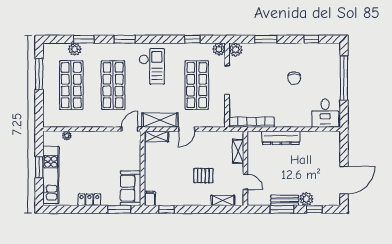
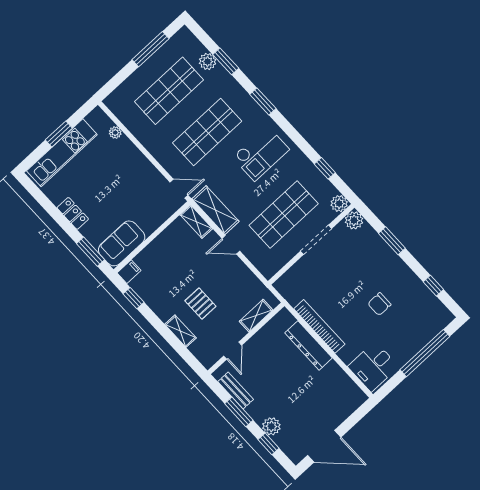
bookcase: (251, 122) -> (319, 326), moved
shelving: (223, 200) -> (180, 331), moved
bench: (285, 200) -> (236, 390), moved

